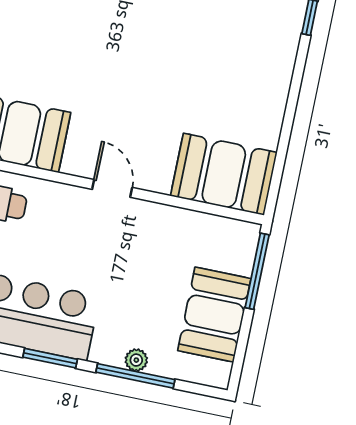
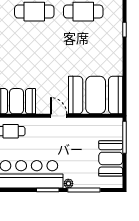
booth: (224, 174) -> (96, 95), width x1.36, depth x1.42
plant: (136, 360) -> (68, 183), moved

